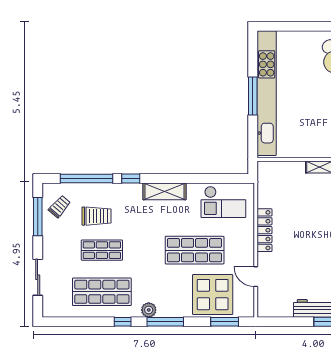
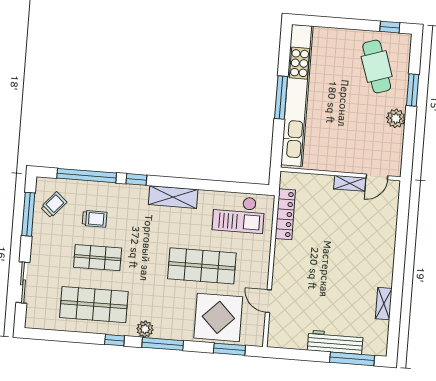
trolley: (97, 216) -> (95, 219), width x0.73, depth x0.72
locker: (265, 230) -> (285, 214), moved

